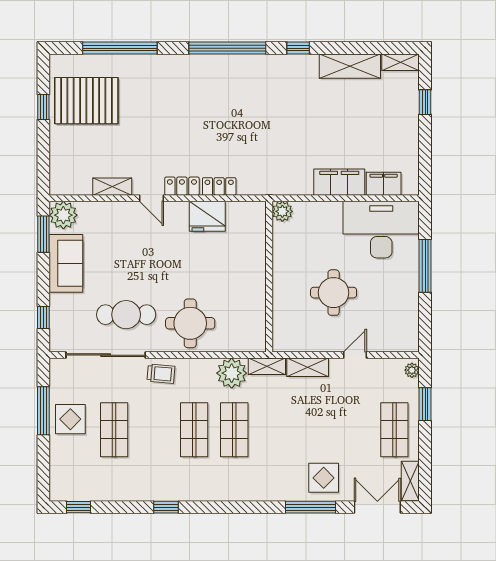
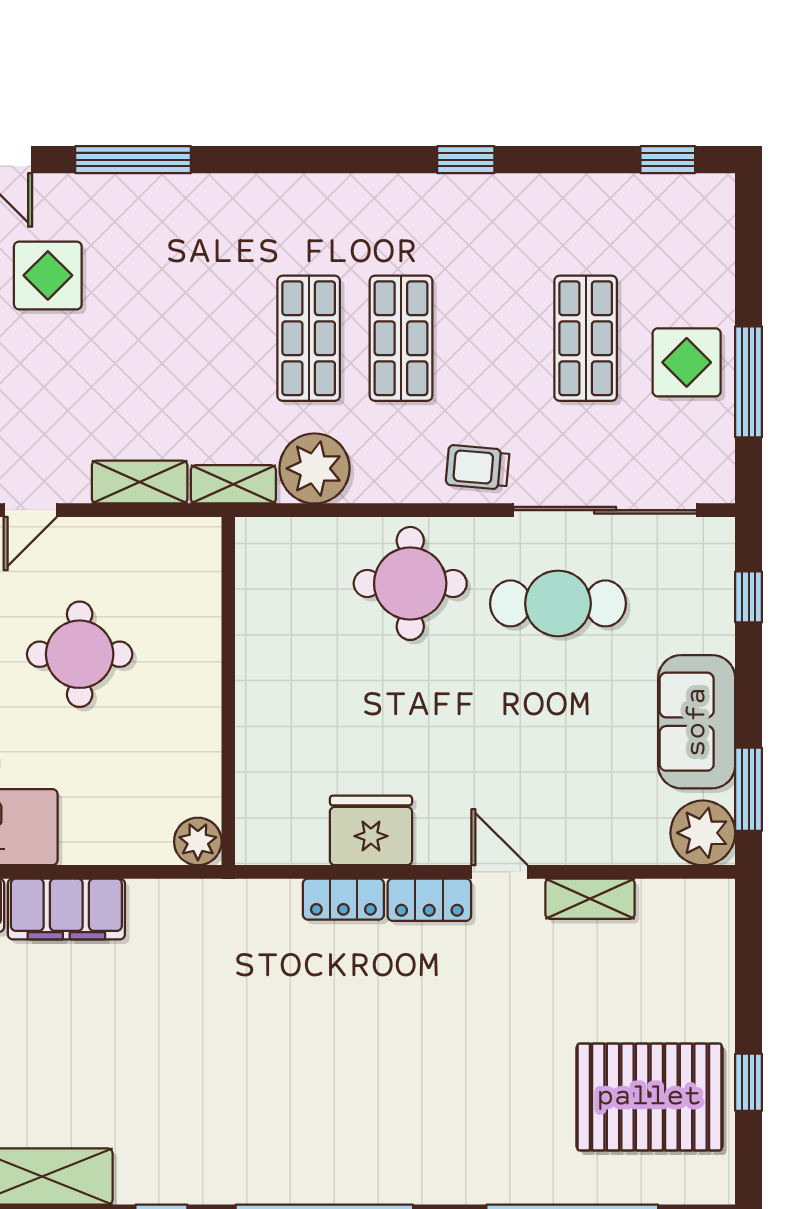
display table: (324, 478) -> (48, 275), moved

